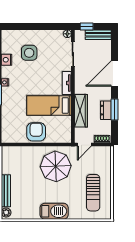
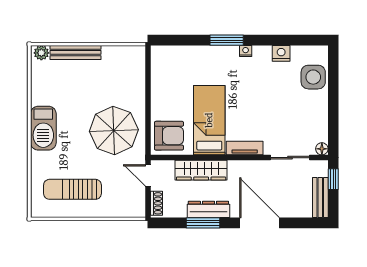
side table: (29, 53) -> (313, 77), moved
dresser: (106, 110) -> (208, 209), width x1.44
armchair: (36, 132) -> (169, 136), moved

